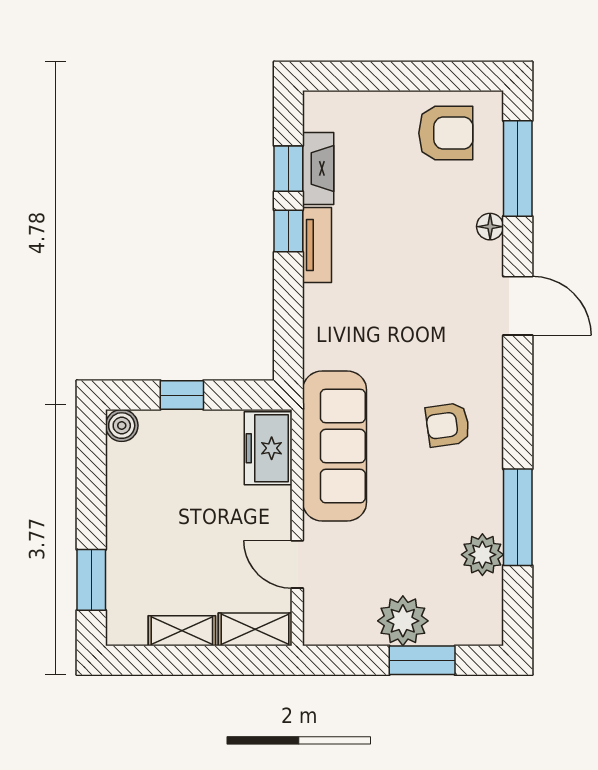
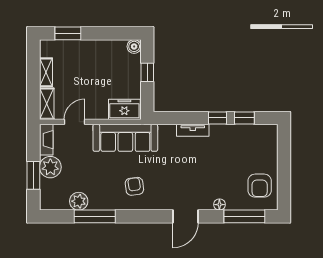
fireplace: (318, 168) -> (46, 140), moved, turned -90
tv unit: (317, 245) -> (193, 130), moved

